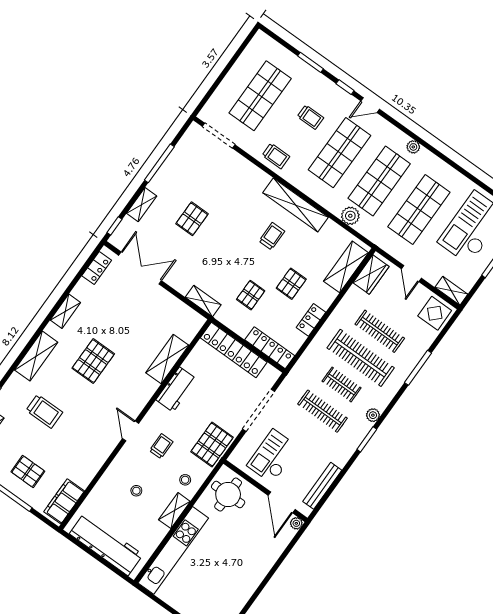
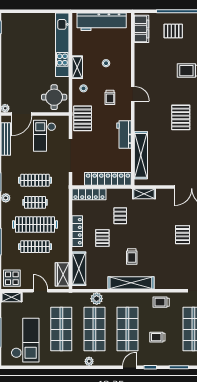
locker: (311, 320) -> (77, 231), width x1.53
shelving: (167, 359) -> (141, 155), width x1.47
checkout: (273, 456) -> (45, 136), turned 180
door: (282, 502) -> (22, 114), swing flipped

